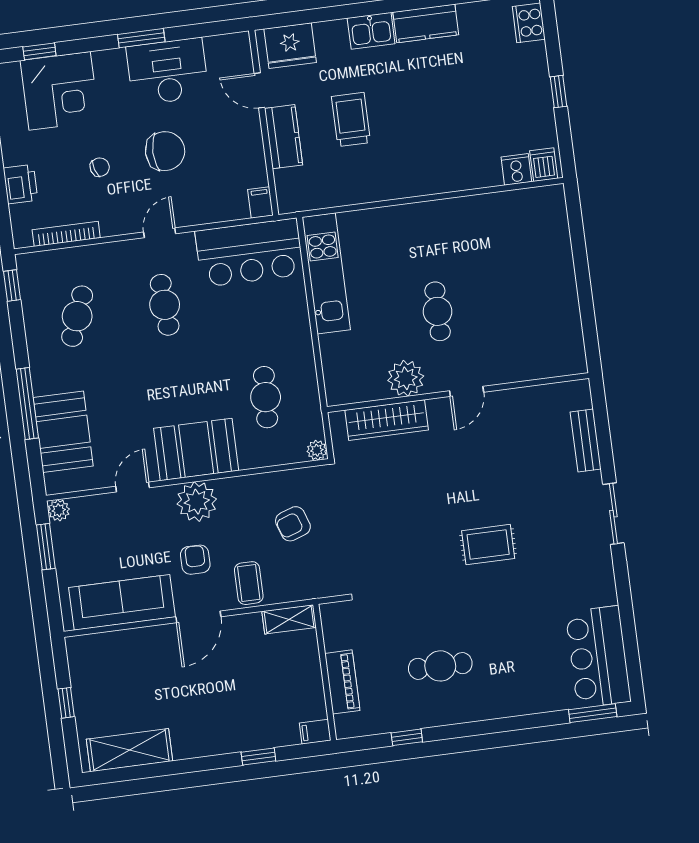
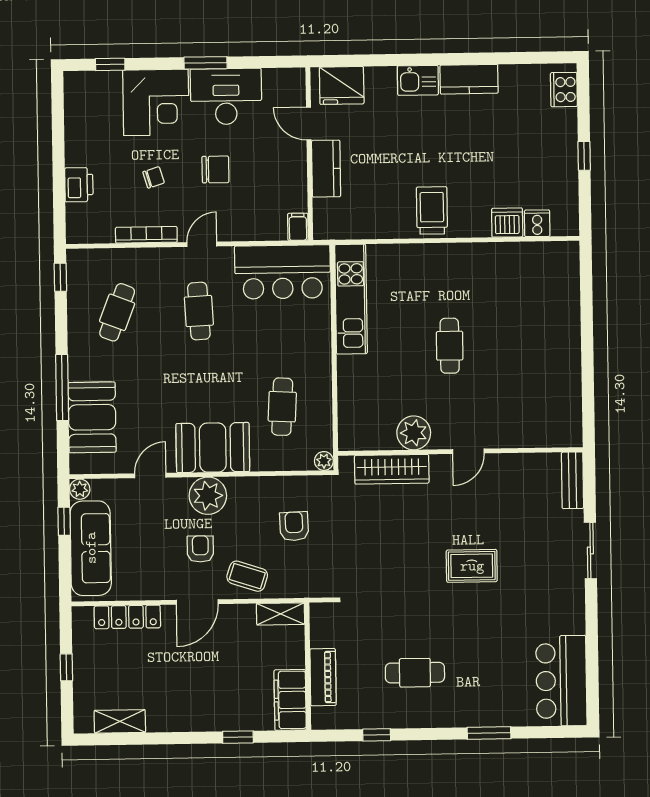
corner desk: (60, 91) -> (156, 102), moved
trolley: (351, 120) -> (432, 210), moved
chair: (165, 151) -> (215, 169), width x0.73, depth x0.73
dishwasher: (544, 165) -> (507, 223), moved, width x1.38
bookcase: (66, 234) -> (146, 235), moved
plant: (406, 378) -> (414, 433), moved
door: (467, 391) -> (468, 451), moved
wall: (458, 393) -> (460, 451), moved
wardrobe: (387, 420) -> (392, 469), moved
armchair: (293, 524) -> (294, 526), turned 107
window: (46, 547) -> (64, 521), width x0.67
coffee table: (249, 583) -> (247, 576), turned -72
sofa: (122, 602) -> (91, 548), moved, turned 90
locker: (125, 641) -> (127, 617), added
window: (593, 713) -> (489, 733), moved
filing cabinet: (315, 732) -> (290, 700), width x3.00, depth x1.17
shelving: (130, 750) -> (120, 721), width x0.67, depth x0.75

